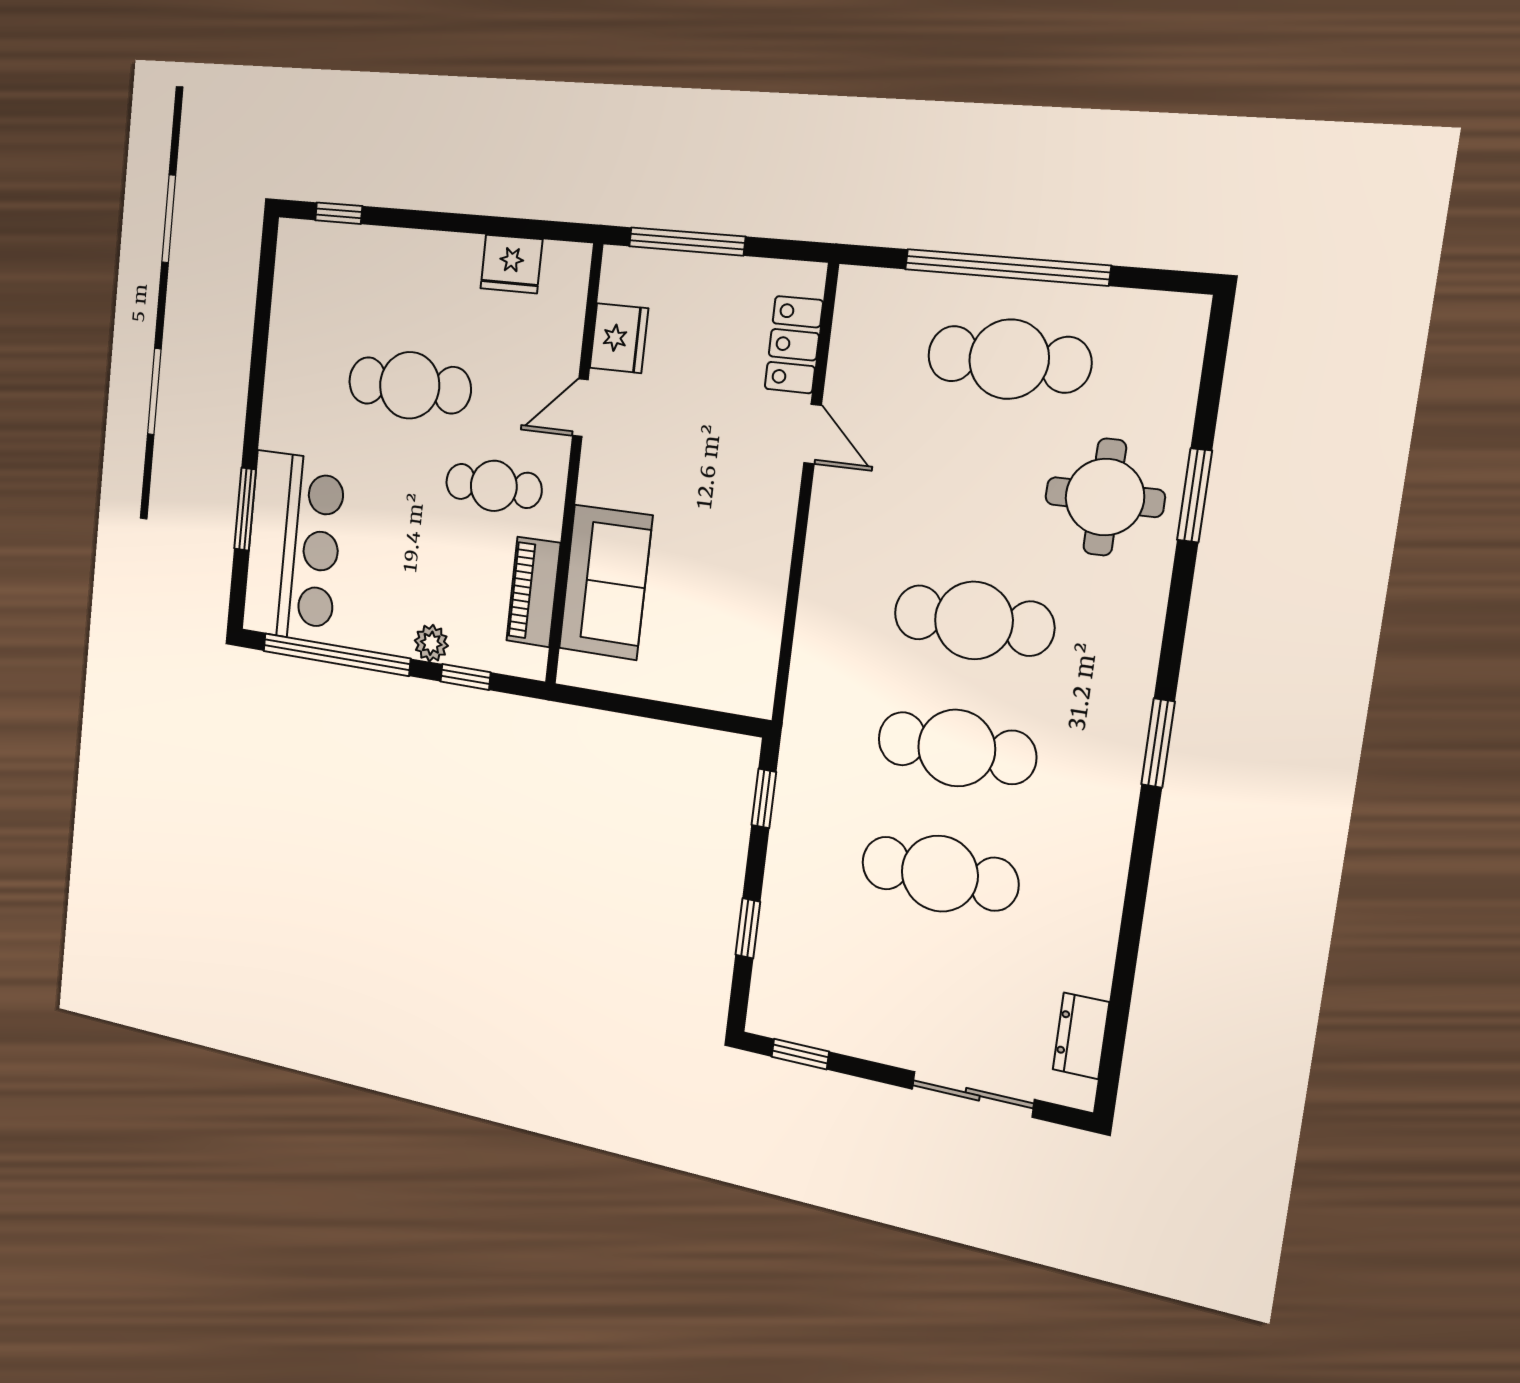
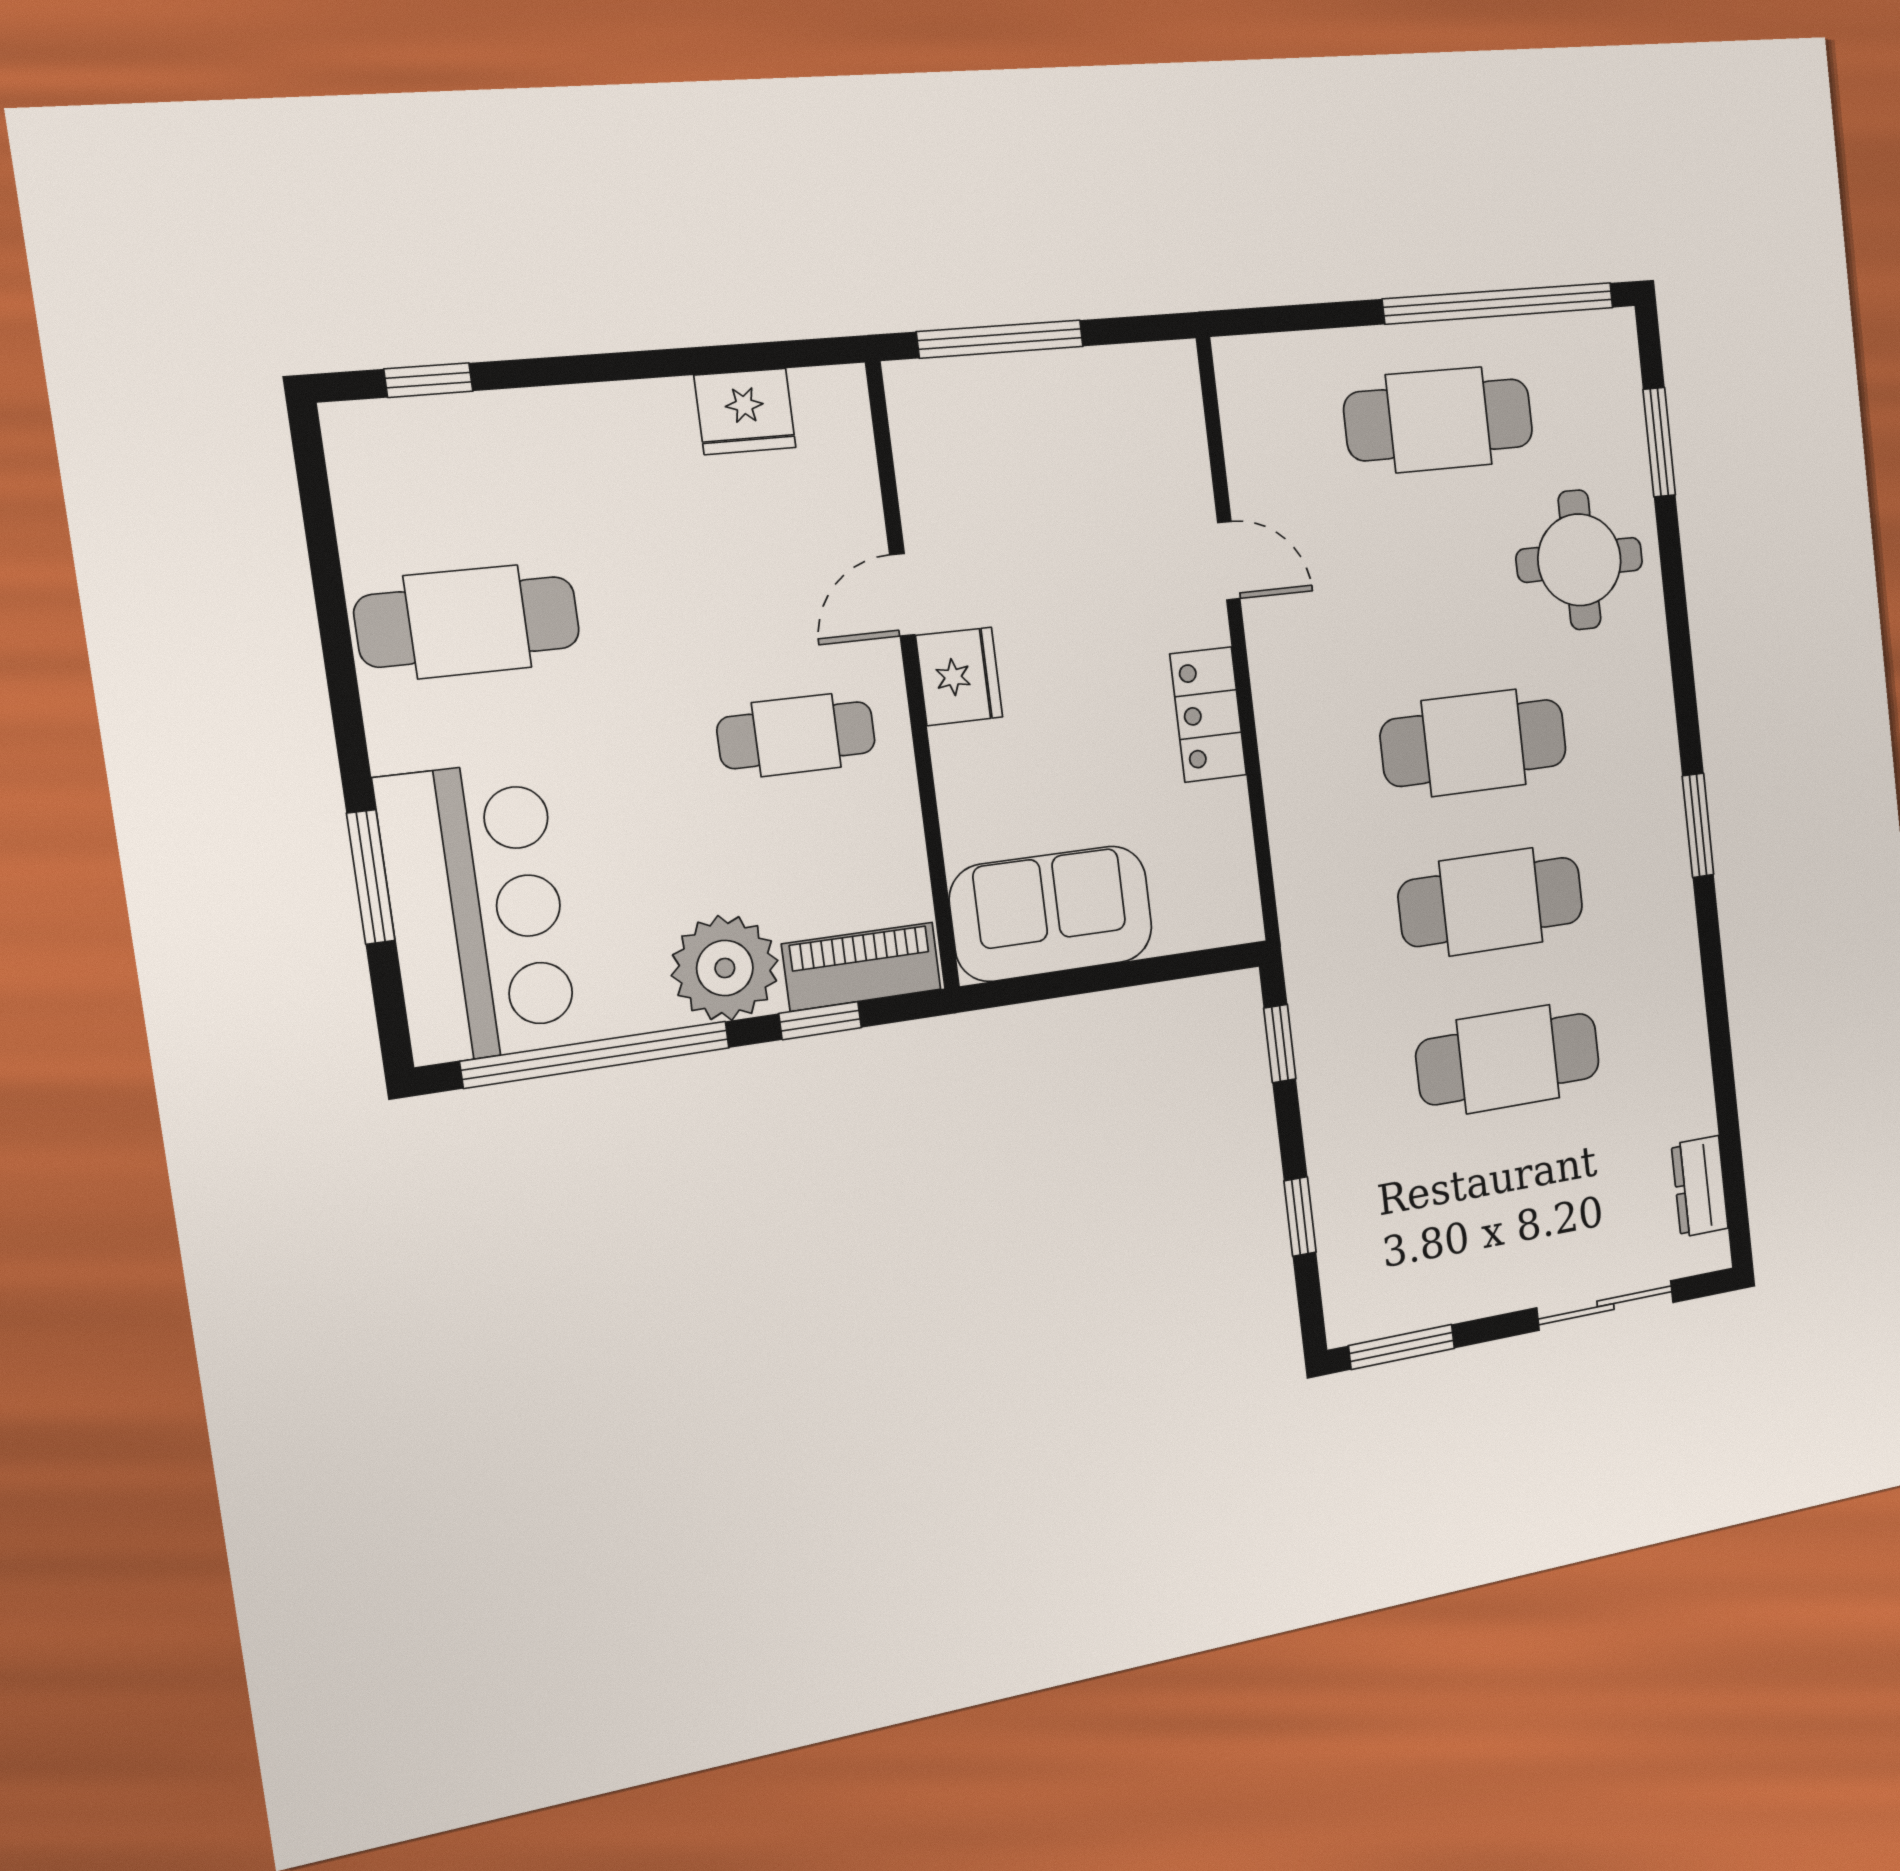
window: (1006, 267) -> (1499, 303), moved
fridge: (619, 338) -> (959, 676), moved
locker: (794, 345) -> (1208, 715), moved
cafe table: (410, 385) -> (468, 622), moved
window: (1194, 495) -> (1659, 442), moved
sofa: (606, 582) -> (1051, 913), moved, turned -90
piano: (533, 592) -> (862, 967), moved, turned 90
plant: (431, 643) -> (725, 968), width x1.88, depth x1.88
window: (800, 1054) -> (1402, 1347), width x1.50

